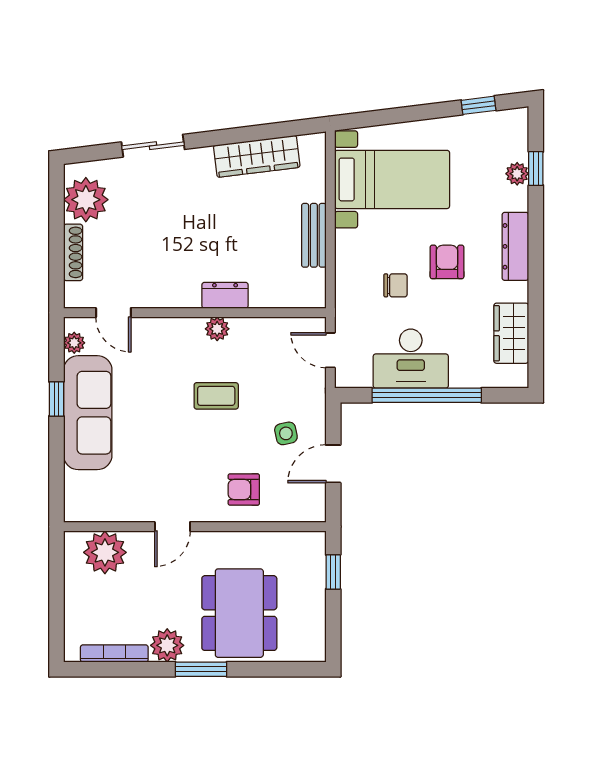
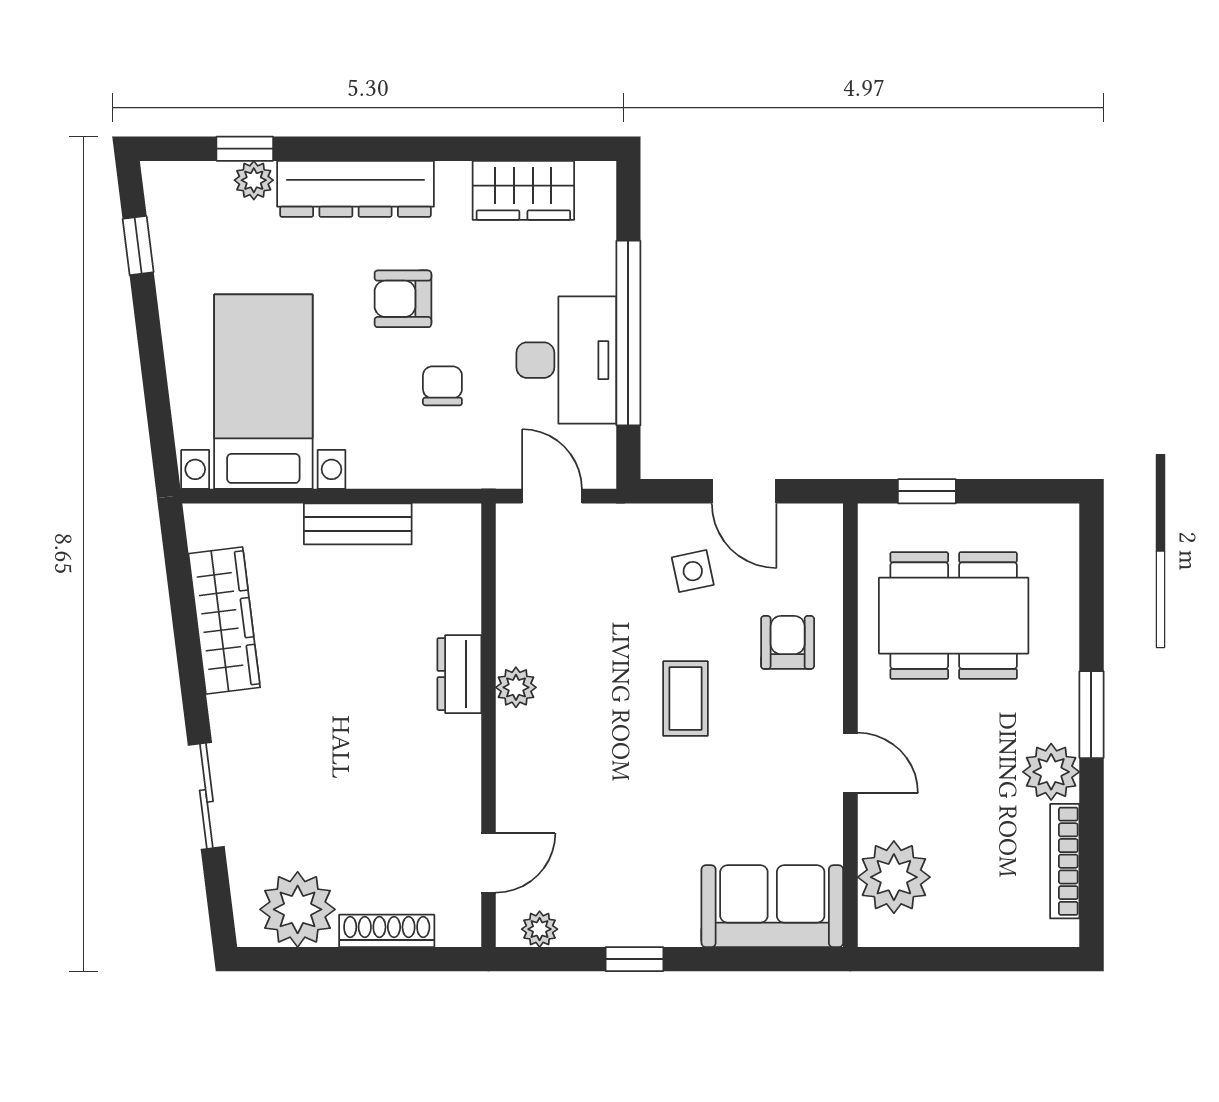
dresser: (515, 246) -> (356, 189), width x1.37, depth x1.24
door: (330, 350) -> (552, 496), swing flipped
coffee table: (216, 396) -> (685, 699), moved
sofa: (88, 413) -> (772, 906), moved, width x0.73
armchair: (244, 489) -> (788, 642), turned 180
dining table: (239, 613) -> (954, 616), moved

